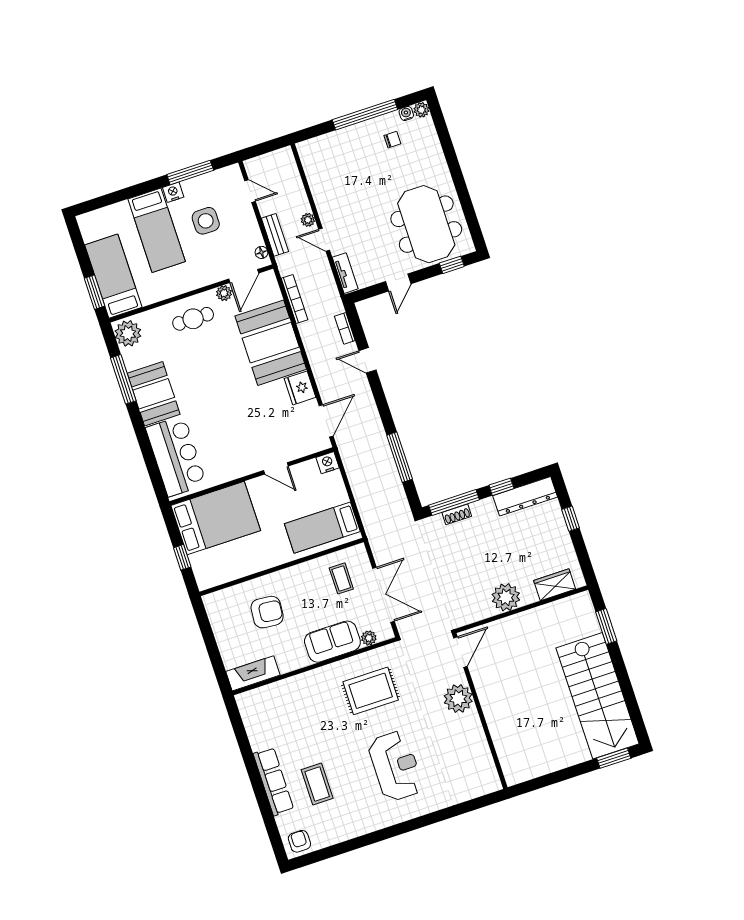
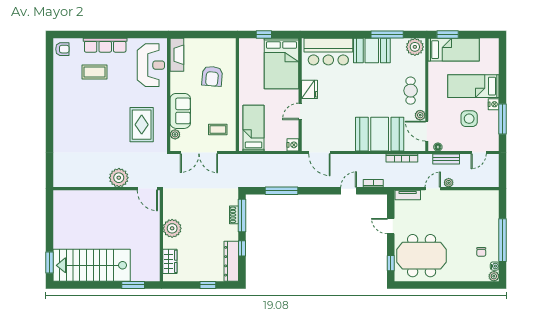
fridge: (300, 388) -> (310, 89), moved, turned 90
reception desk: (396, 766) -> (151, 65), moved, turned -90

